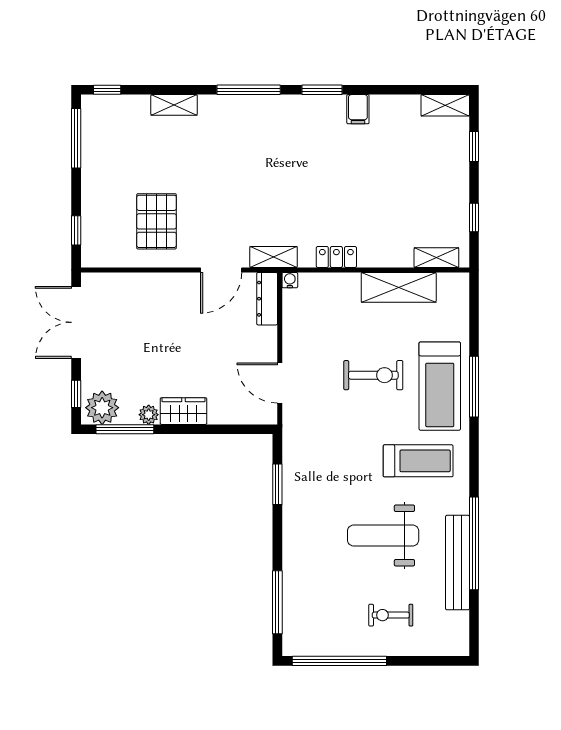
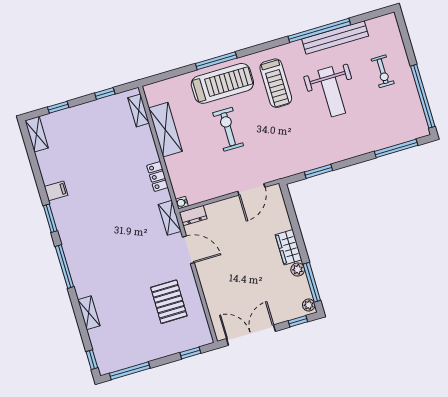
pallet: (157, 221) -> (169, 302), turned 90
dresser: (267, 299) -> (193, 216), width x0.70
double door: (76, 322) -> (251, 335), swing flipped
plant: (102, 408) -> (309, 305), width x0.53, depth x0.53
treadmill: (418, 461) -> (276, 83), turned 180

